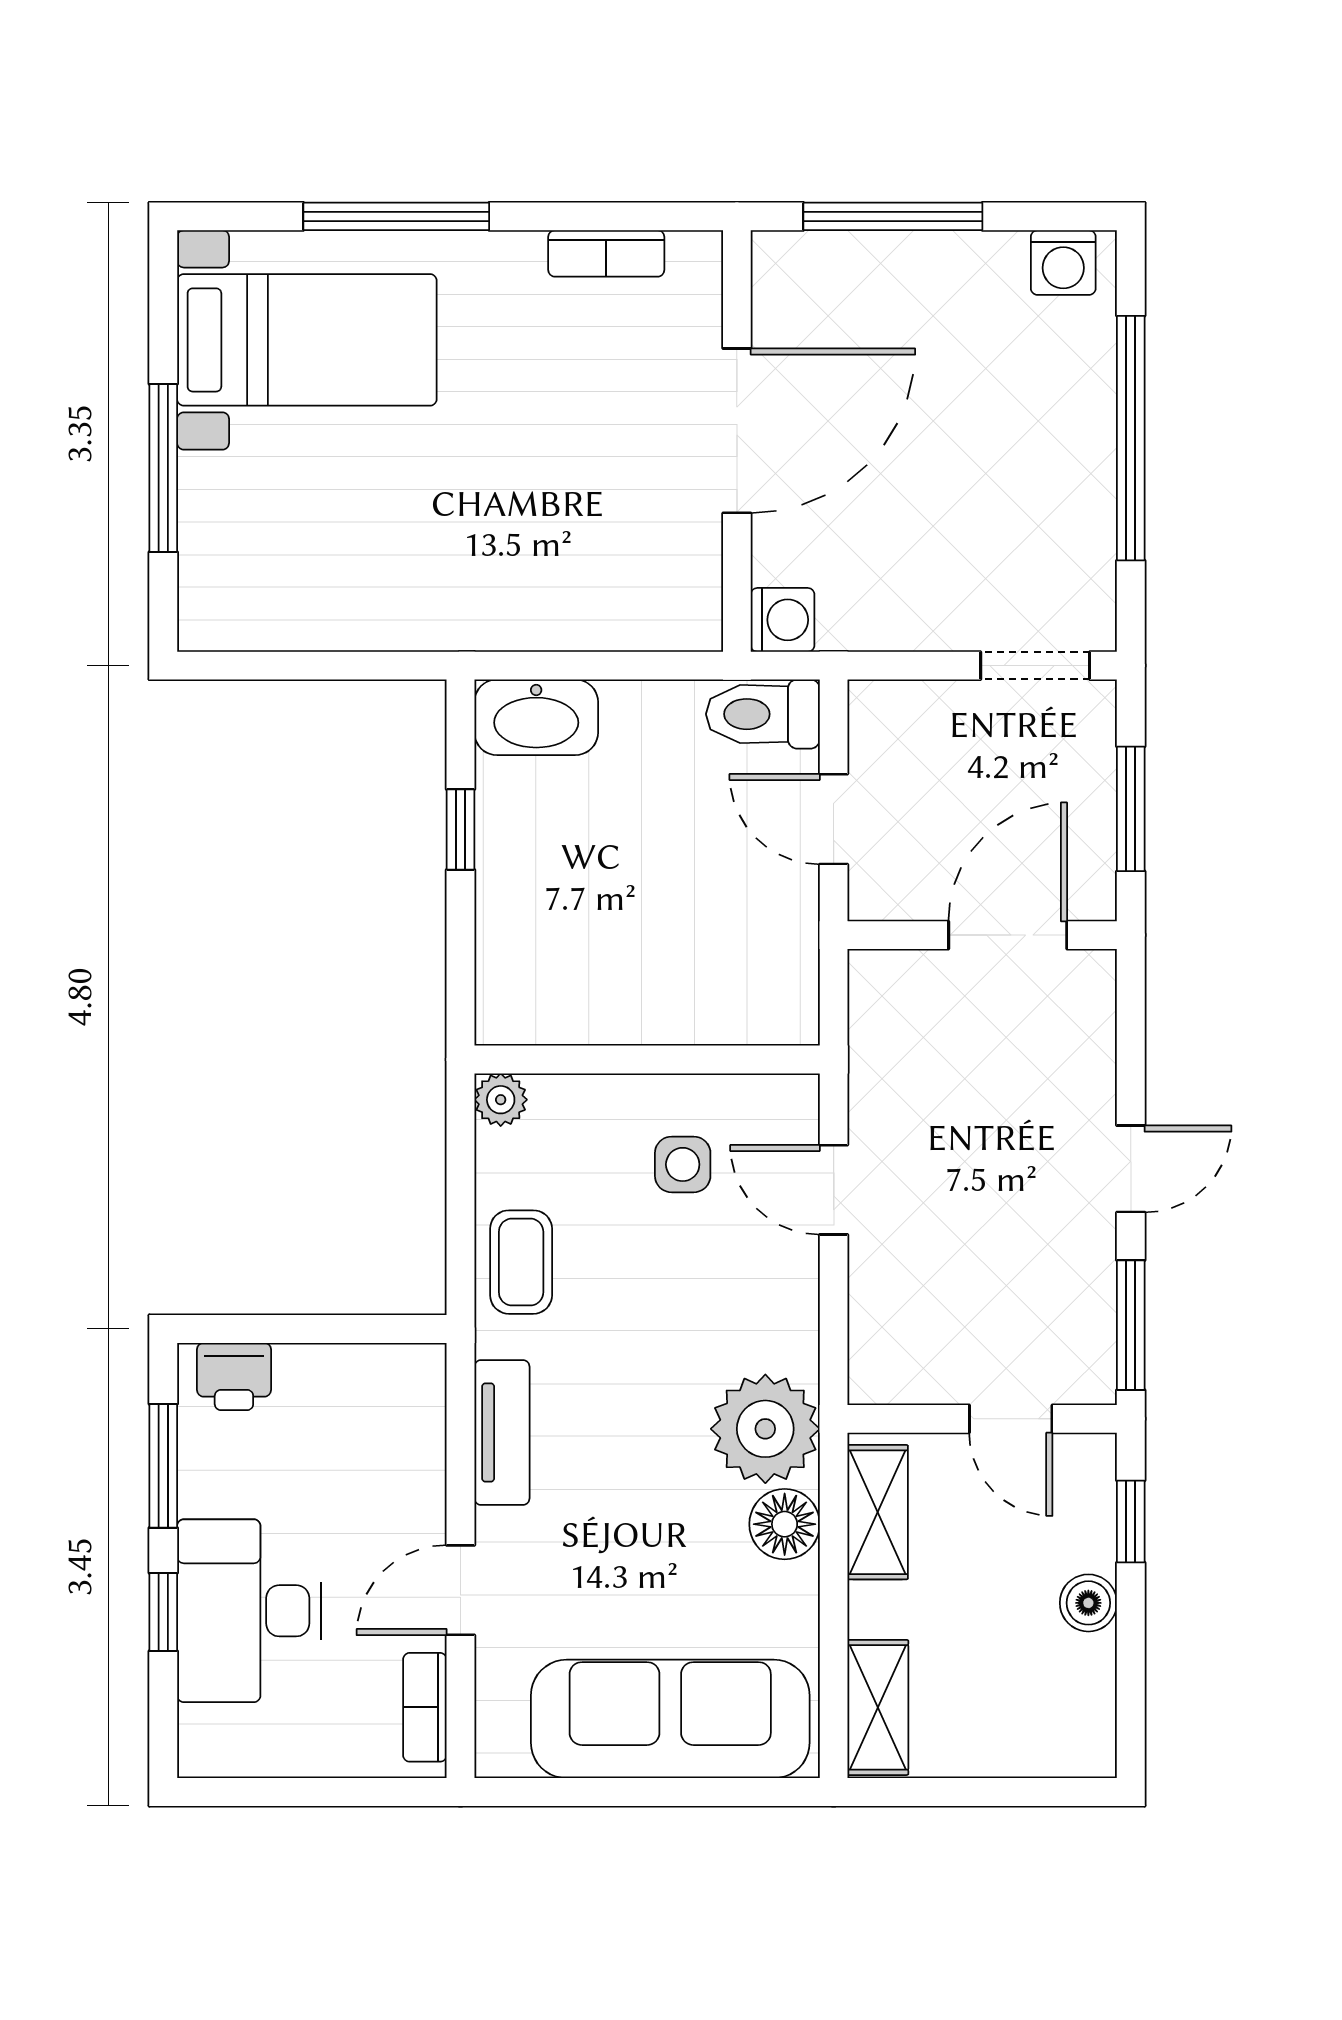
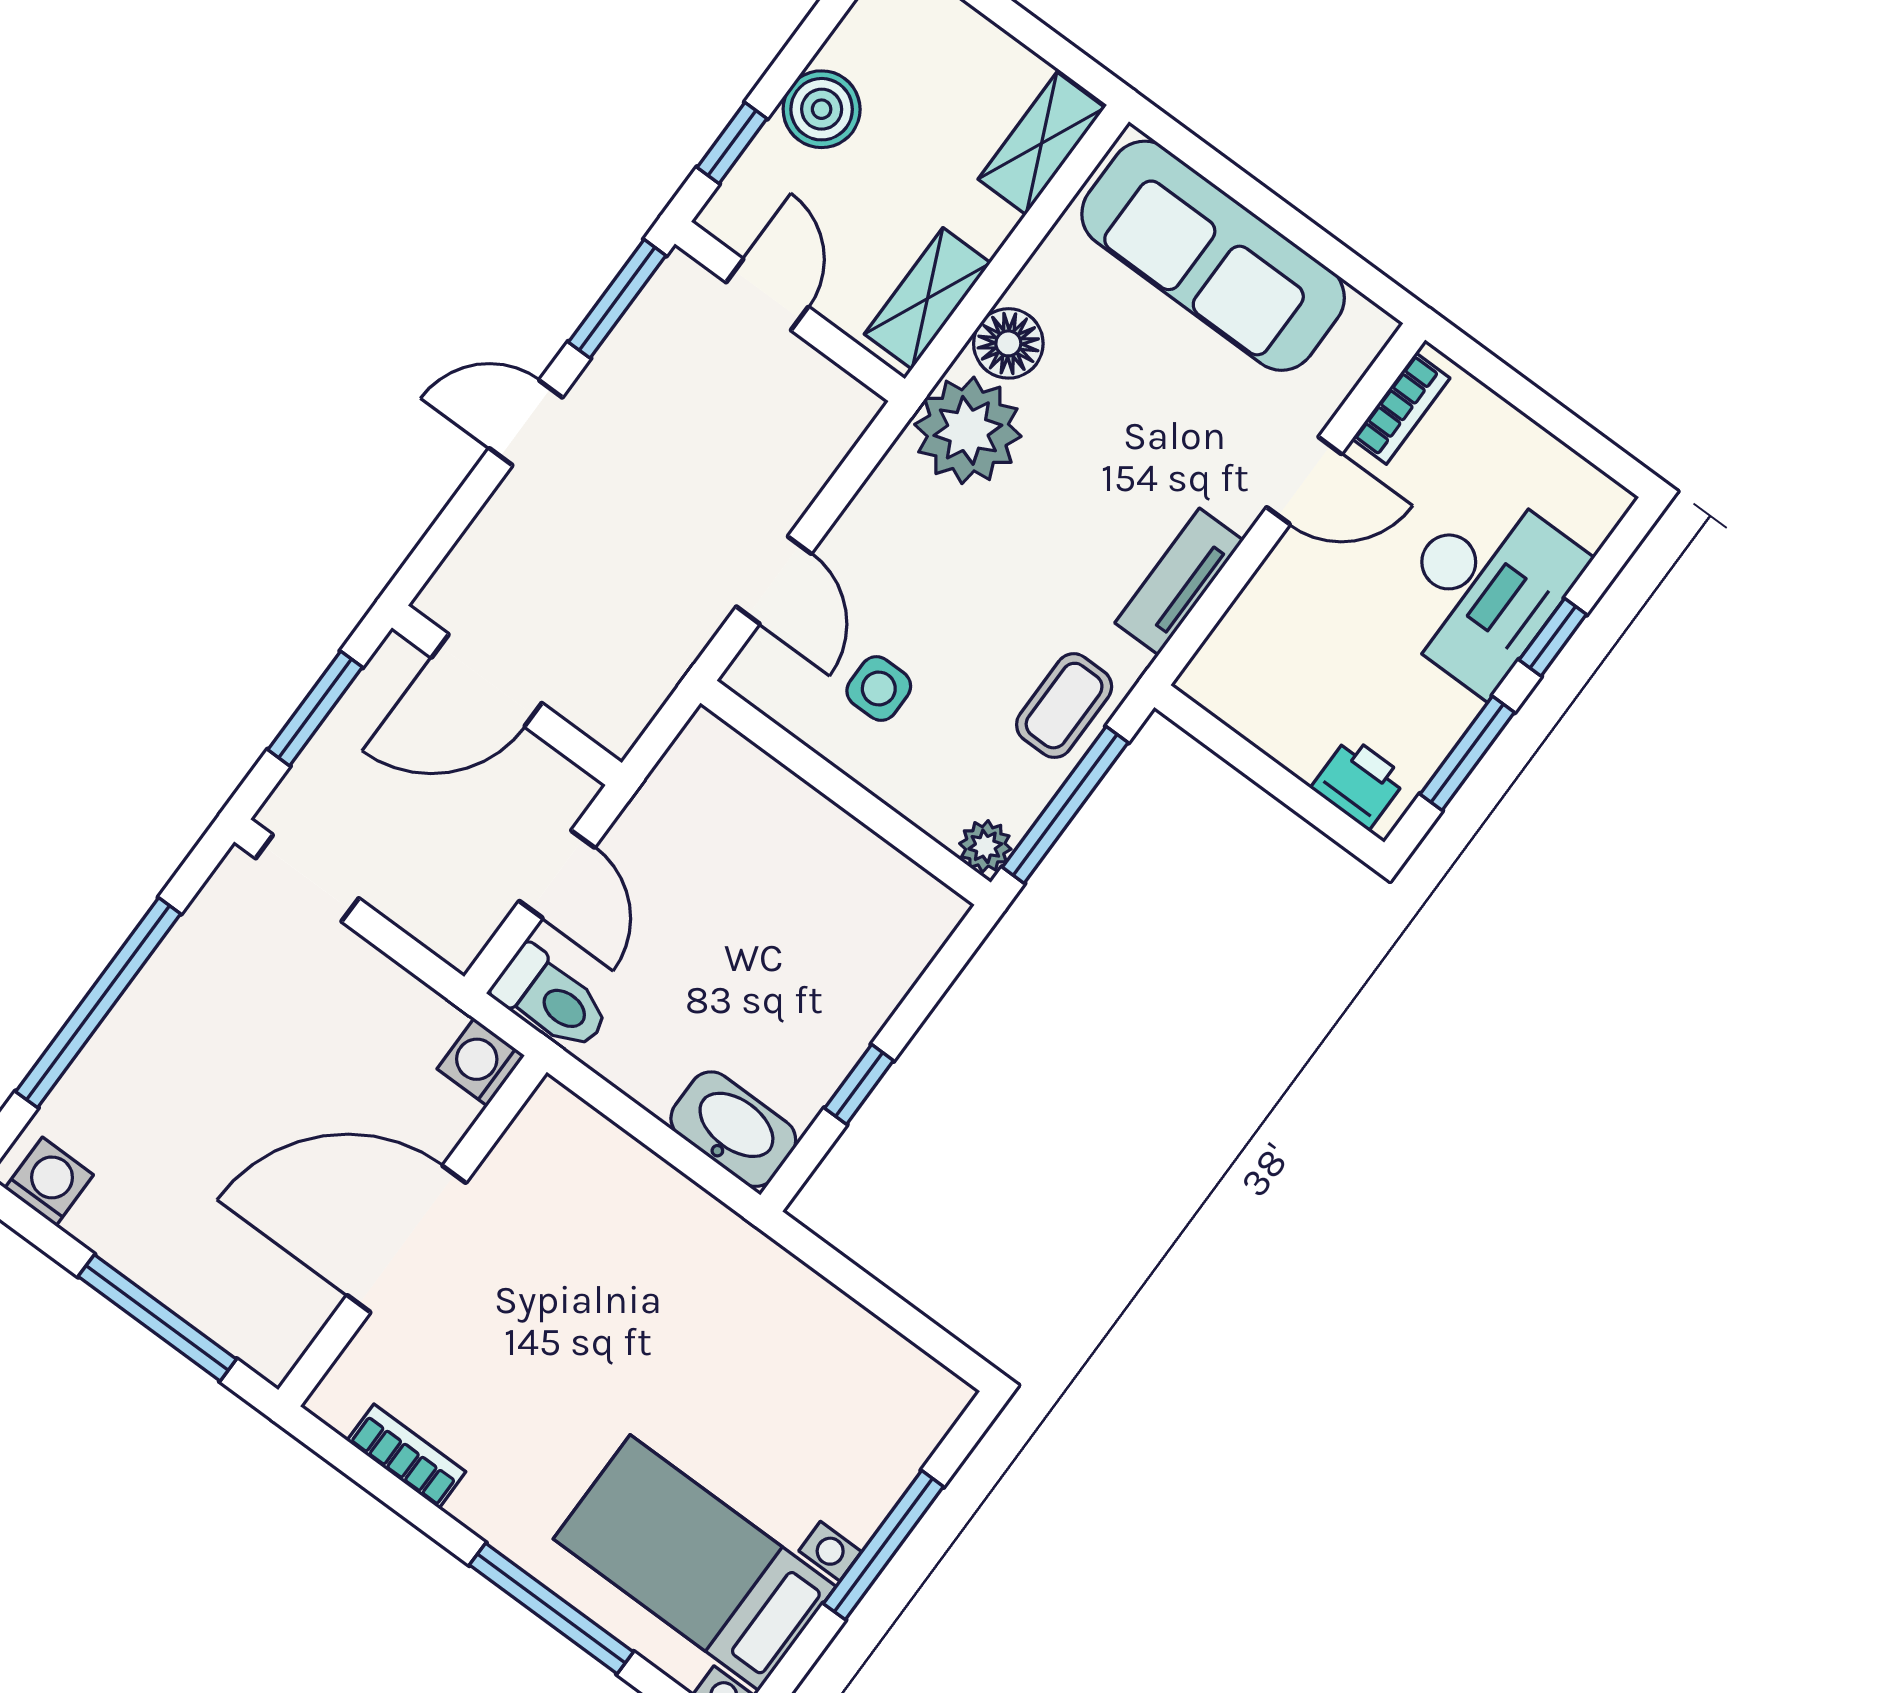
window: (460, 1182) -> (1065, 805), added
boiler: (1088, 1603) -> (822, 109), width x1.36, depth x1.36

